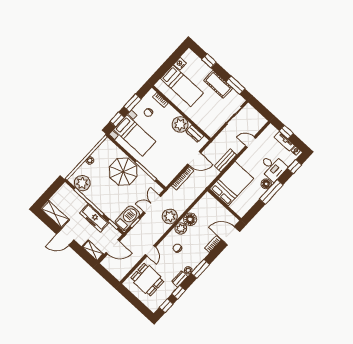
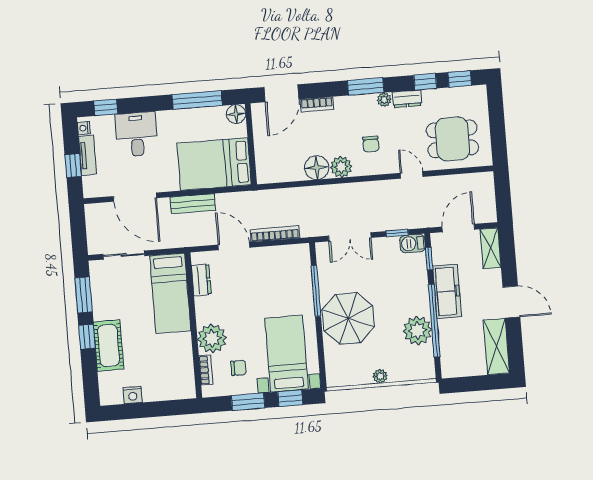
window: (209, 61) -> (87, 337), moved
cot: (218, 84) -> (109, 346), moved
bed: (182, 86) -> (170, 293), moved, turned 180
plant: (180, 124) -> (212, 338), moved
door: (251, 142) -> (135, 197), width x1.88
plant: (82, 183) -> (417, 330), moved
floor lamp: (266, 184) -> (236, 114), moved
window: (271, 192) -> (197, 100), moved
plant: (170, 216) -> (341, 197), removed
barbecue: (127, 218) -> (413, 243), width x0.53, depth x0.65
door: (231, 236) -> (281, 93), hinge flipped
door: (113, 247) -> (458, 228), hinge flipped
door: (150, 251) -> (412, 175), hinge flipped
dining table: (147, 280) -> (452, 139), turned 90

